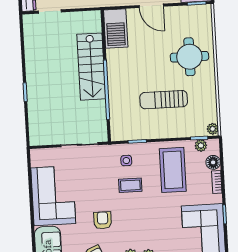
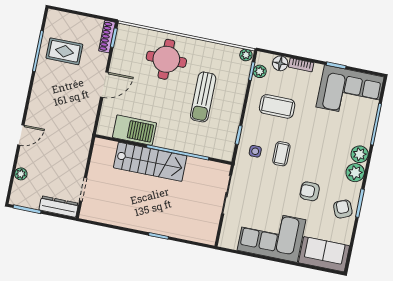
barbecue: (116, 29) -> (134, 130), moved
coffee table: (173, 170) -> (277, 106), width x0.73, depth x0.76

